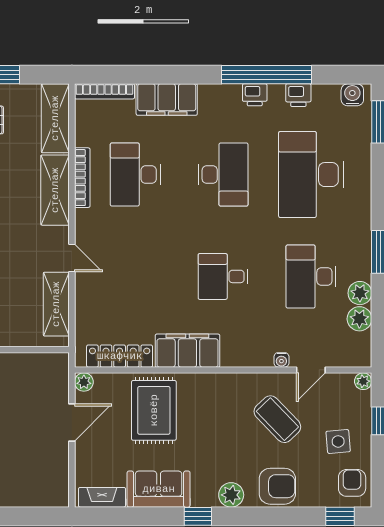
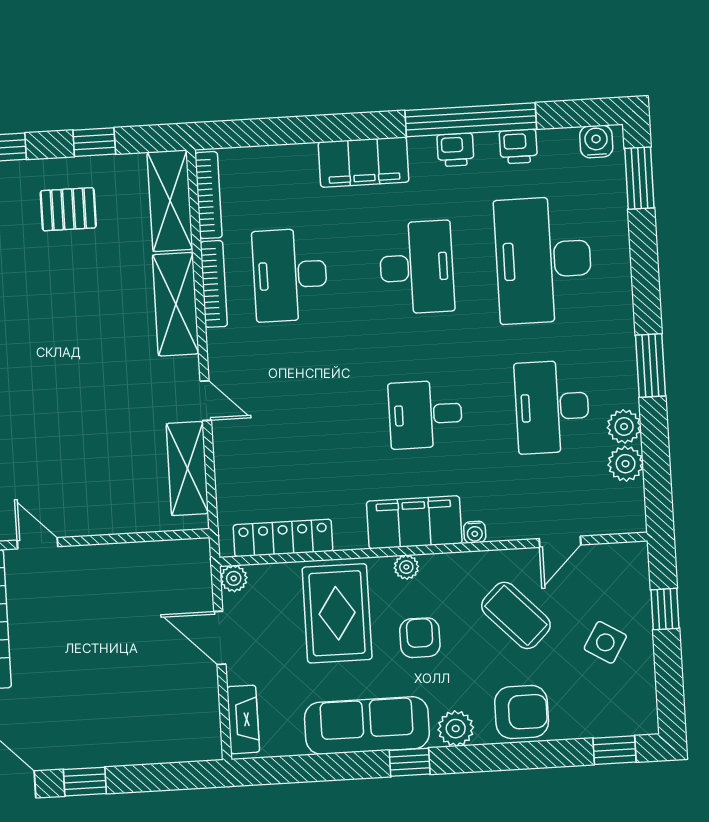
bookcase: (104, 91) -> (209, 195), moved, turned -90
filing cabinet: (167, 100) -> (364, 162), moved
filing cabinet: (187, 351) -> (414, 522), moved
water cooler: (281, 360) -> (475, 532), moved
plant: (363, 381) -> (406, 567), moved
door: (72, 423) -> (220, 638), swing flipped
side table: (338, 441) -> (605, 642), turned 36
armchair: (352, 483) -> (420, 638), moved
sofa: (159, 489) -> (367, 725), width x1.36
fireplace: (102, 497) -> (243, 719), moved, turned 90

